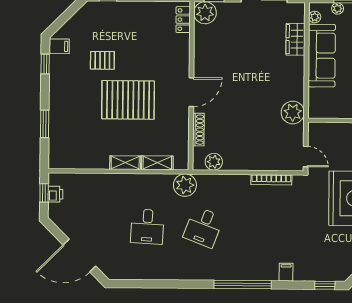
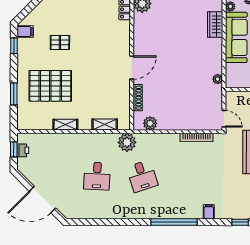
pallet: (128, 100) -> (50, 86), moved
plant: (293, 113) -> (218, 79), width x0.53, depth x0.53
shelving: (125, 163) -> (65, 125), moved
desk: (203, 227) -> (142, 176), turned -39

